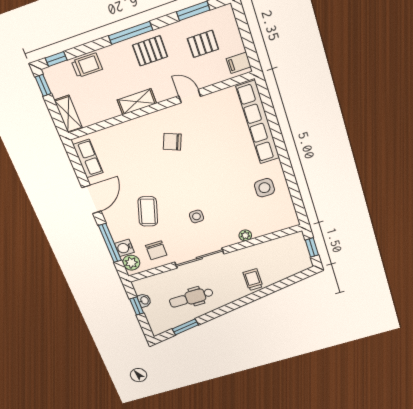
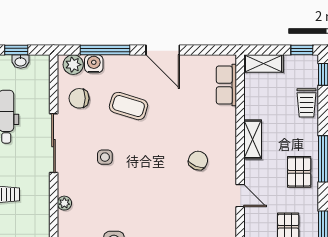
door: (190, 96) -> (240, 196), hinge flipped
row of seats: (88, 159) -> (226, 85), moved, turned 90

